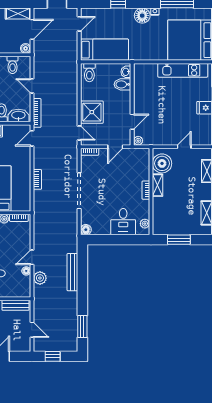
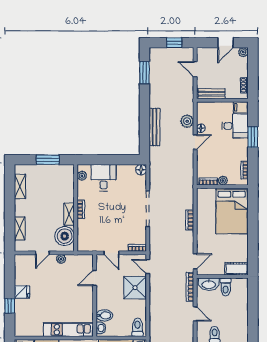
kitchen unit: (183, 70) -> (68, 330), moved
plant: (138, 141) -> (61, 259), moved
door: (115, 147) -> (111, 253), swing flipped

